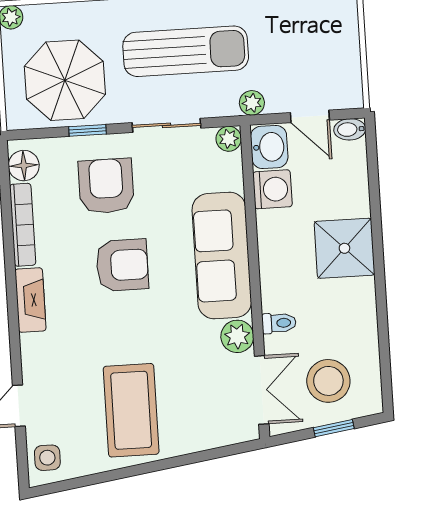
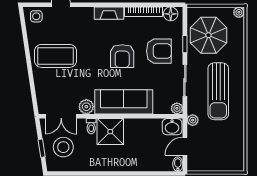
washing machine: (272, 189) -> (153, 127), removed
shower: (344, 248) -> (110, 132), moved

